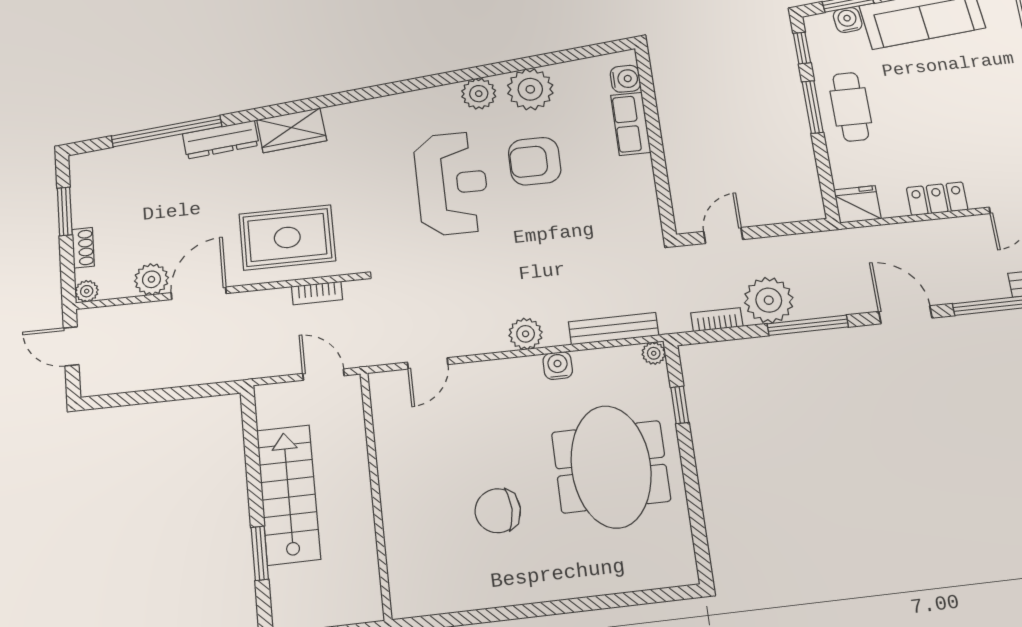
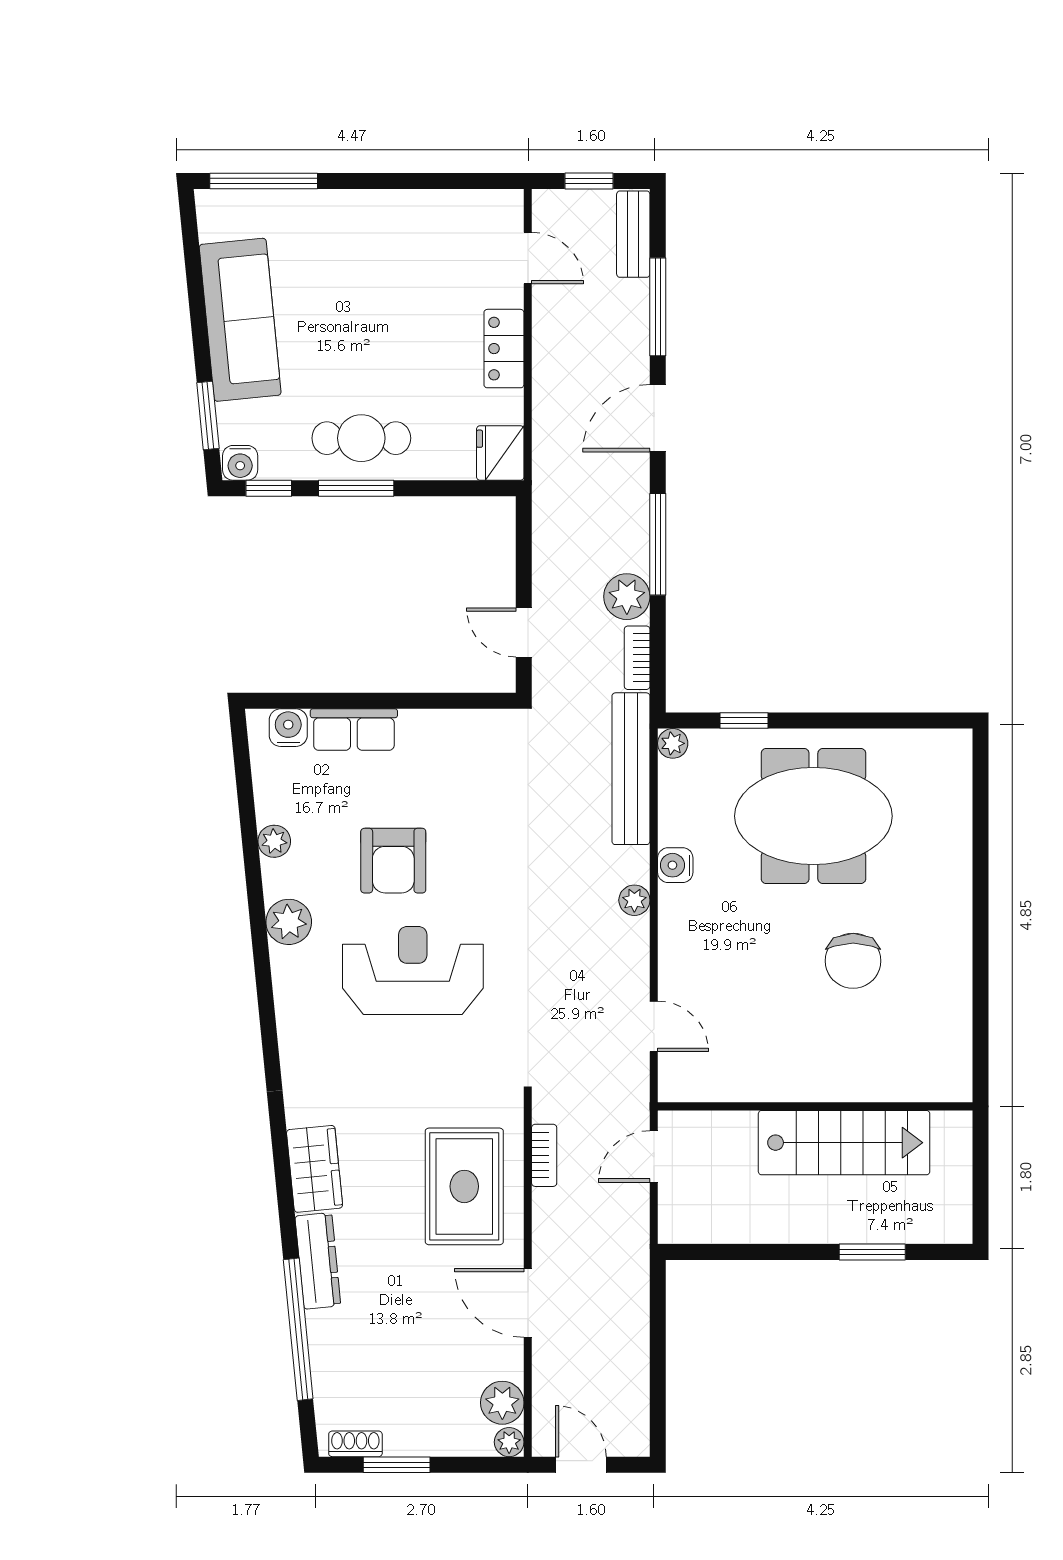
water cooler: (848, 20) -> (240, 463), moved, turned -84
plant: (530, 89) -> (274, 841), width x0.53, depth x0.53
shoe rack: (83, 248) -> (355, 1444), moved
plant: (151, 279) -> (502, 1403), moved
plant: (769, 300) -> (627, 597), width x0.73, depth x0.73
bench: (614, 329) -> (631, 769), width x1.37, depth x1.21
plant: (526, 334) -> (634, 900), width x0.73, depth x0.73
door: (71, 346) -> (581, 1465), swing flipped
stairs: (289, 494) -> (844, 1143), moved, turned 180

